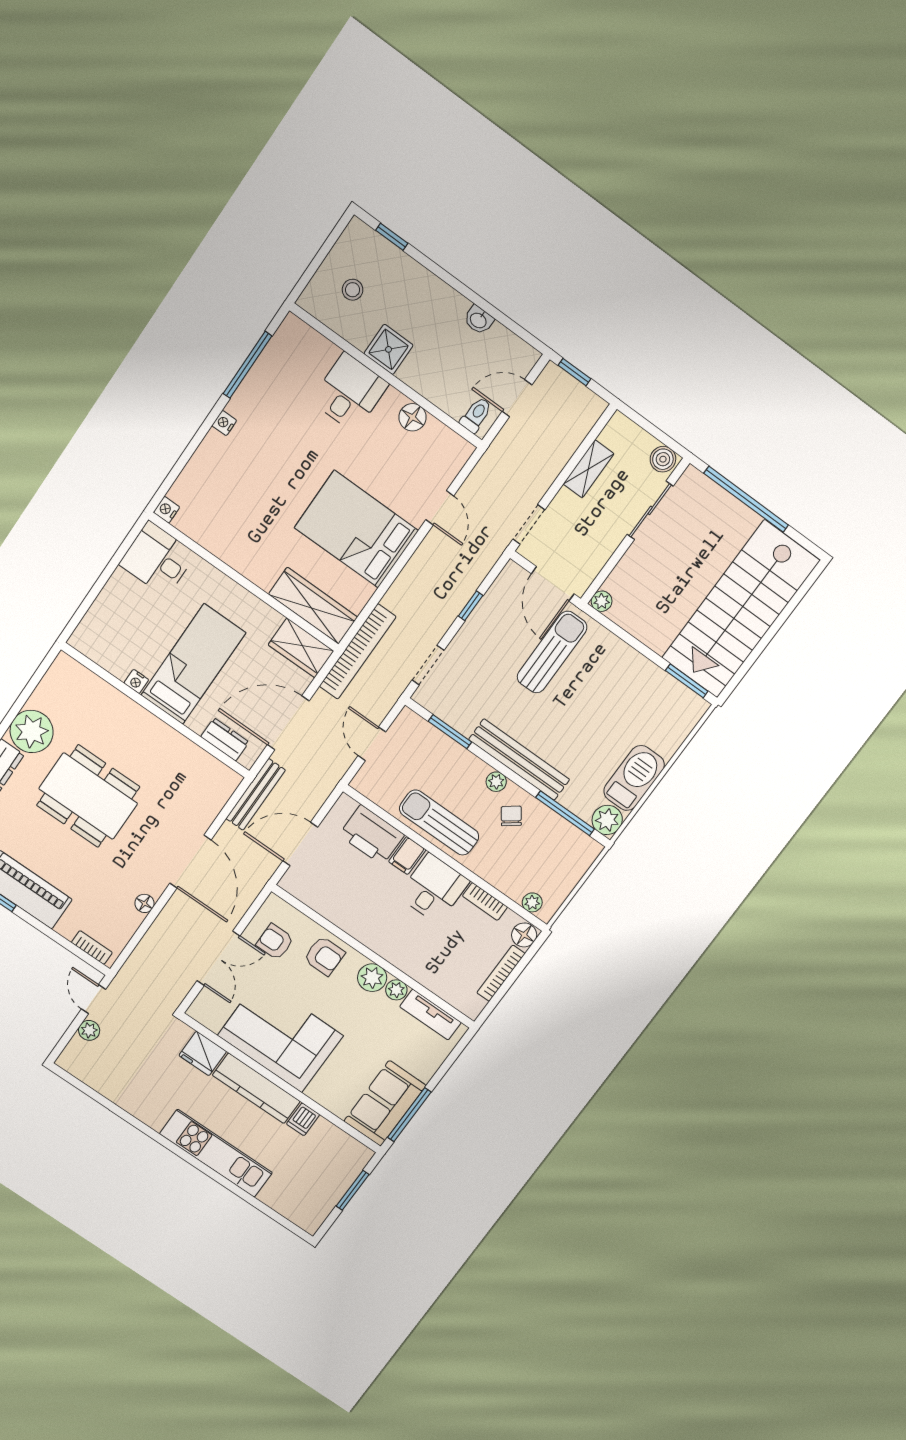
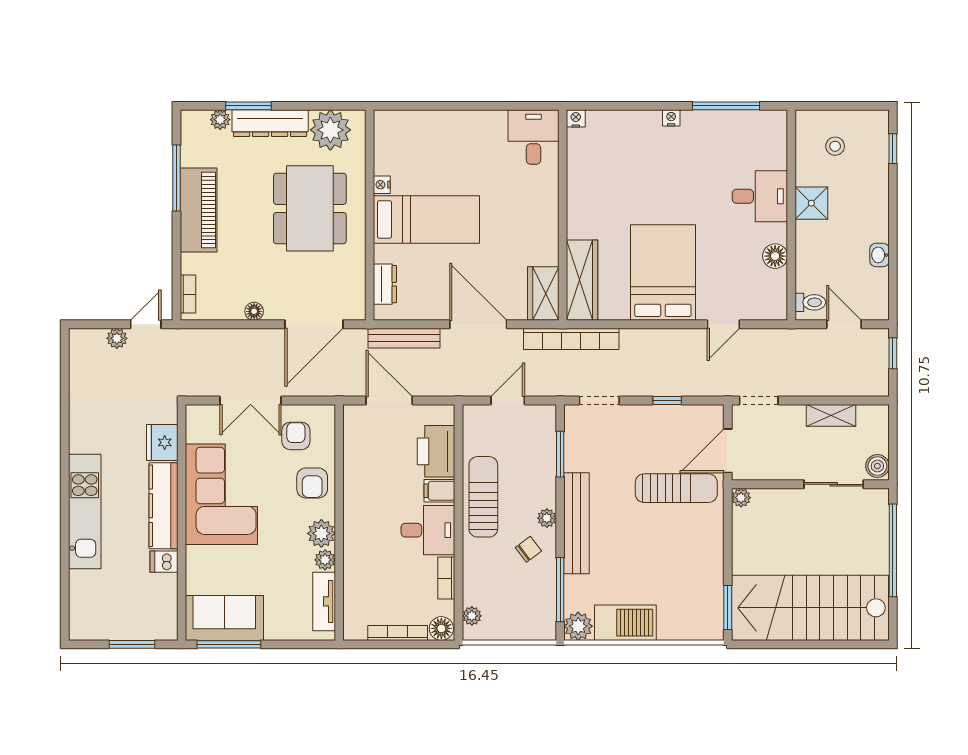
bed: (193, 664) -> (426, 219), moved
nightstand: (136, 681) -> (382, 185), moved
wall: (156, 710) -> (370, 215), moved
dresser: (225, 739) -> (385, 284), moved

